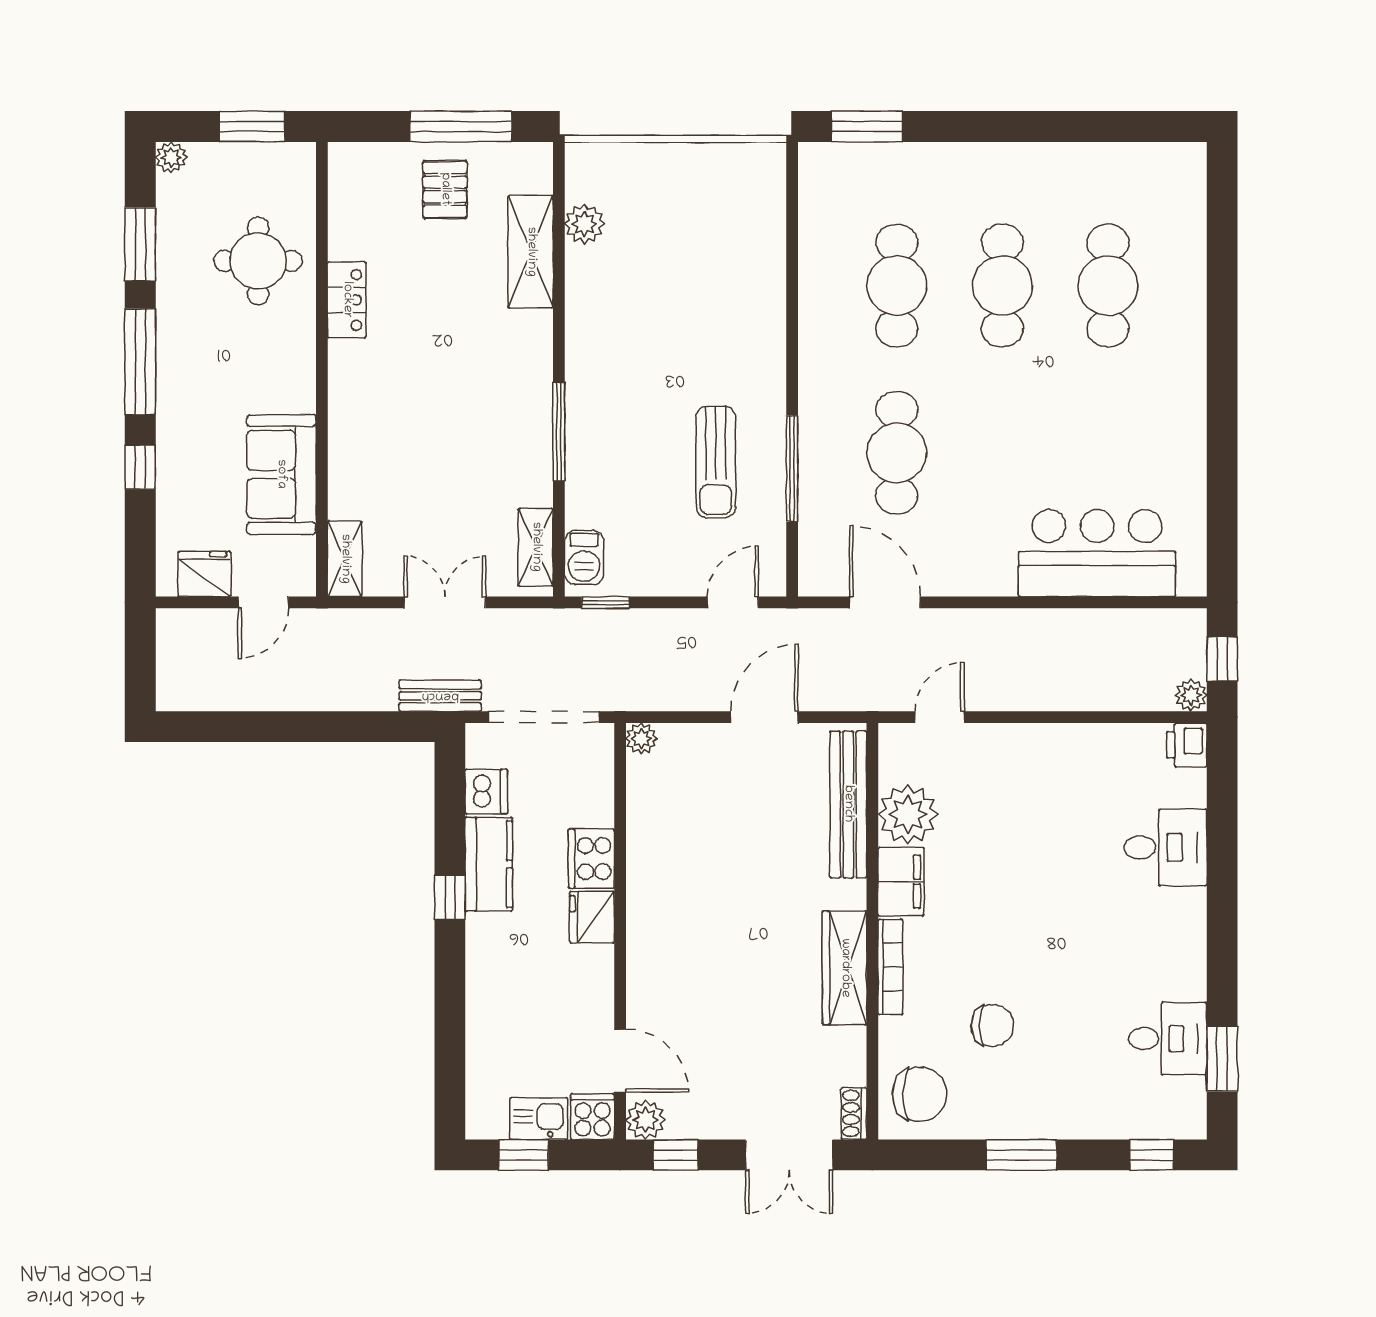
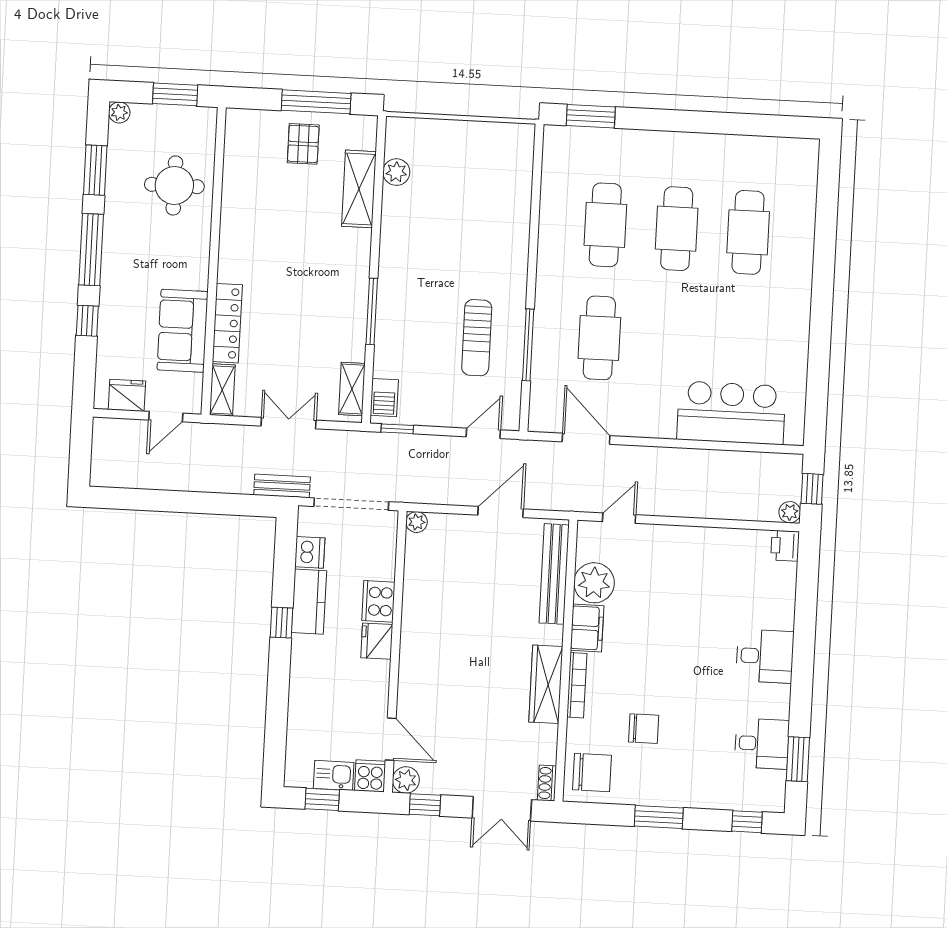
locker: (347, 300) -> (227, 323), moved, width x1.53
desk: (1165, 847) -> (765, 656), moved

